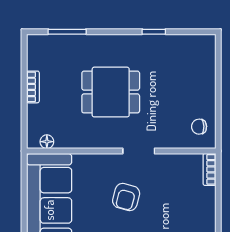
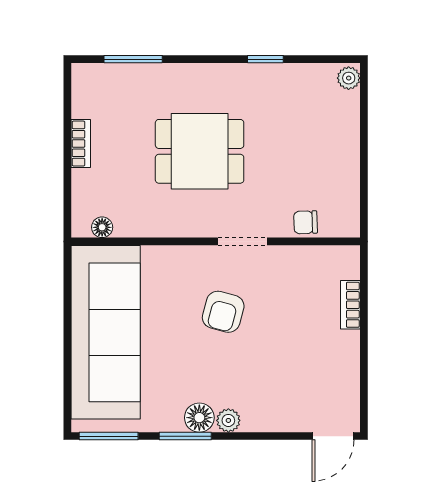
plant: (208, 44) -> (349, 78), added
chair: (199, 127) -> (306, 222), moved
bookcase: (209, 169) -> (350, 305), moved

